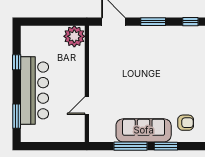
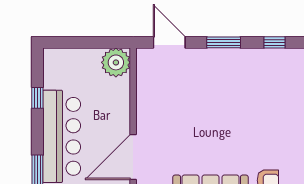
door: (87, 106) -> (133, 157), width x1.88

